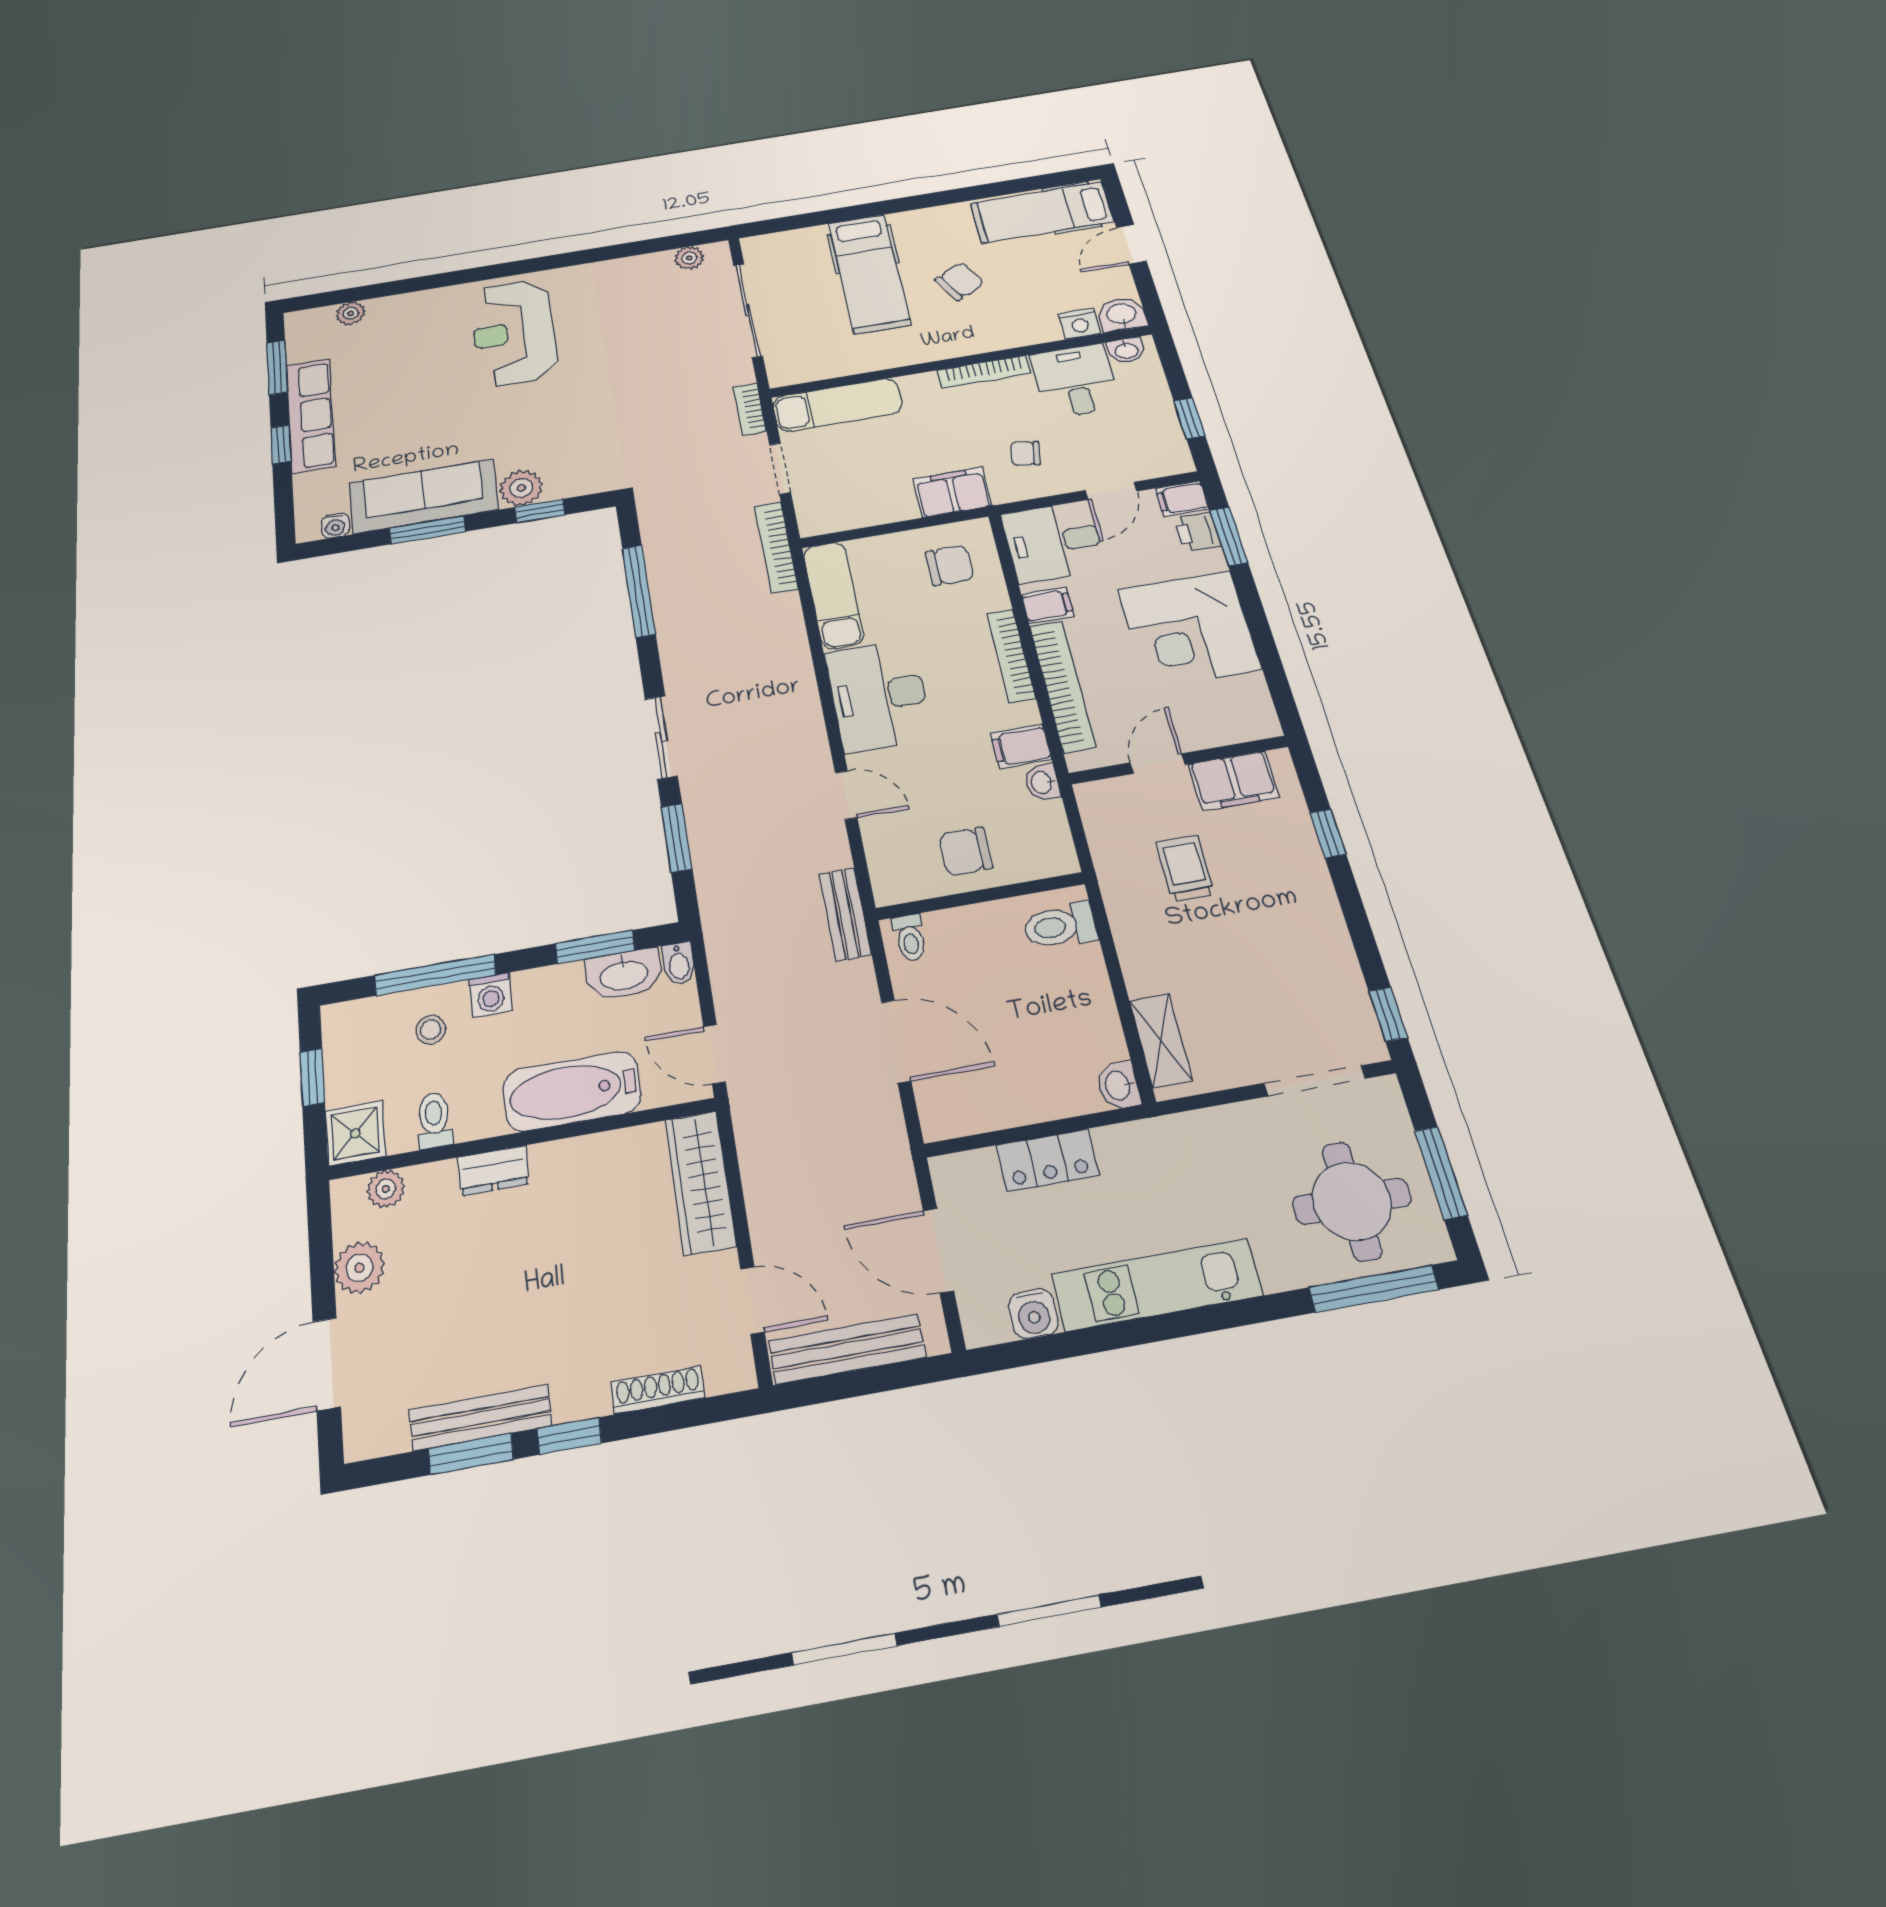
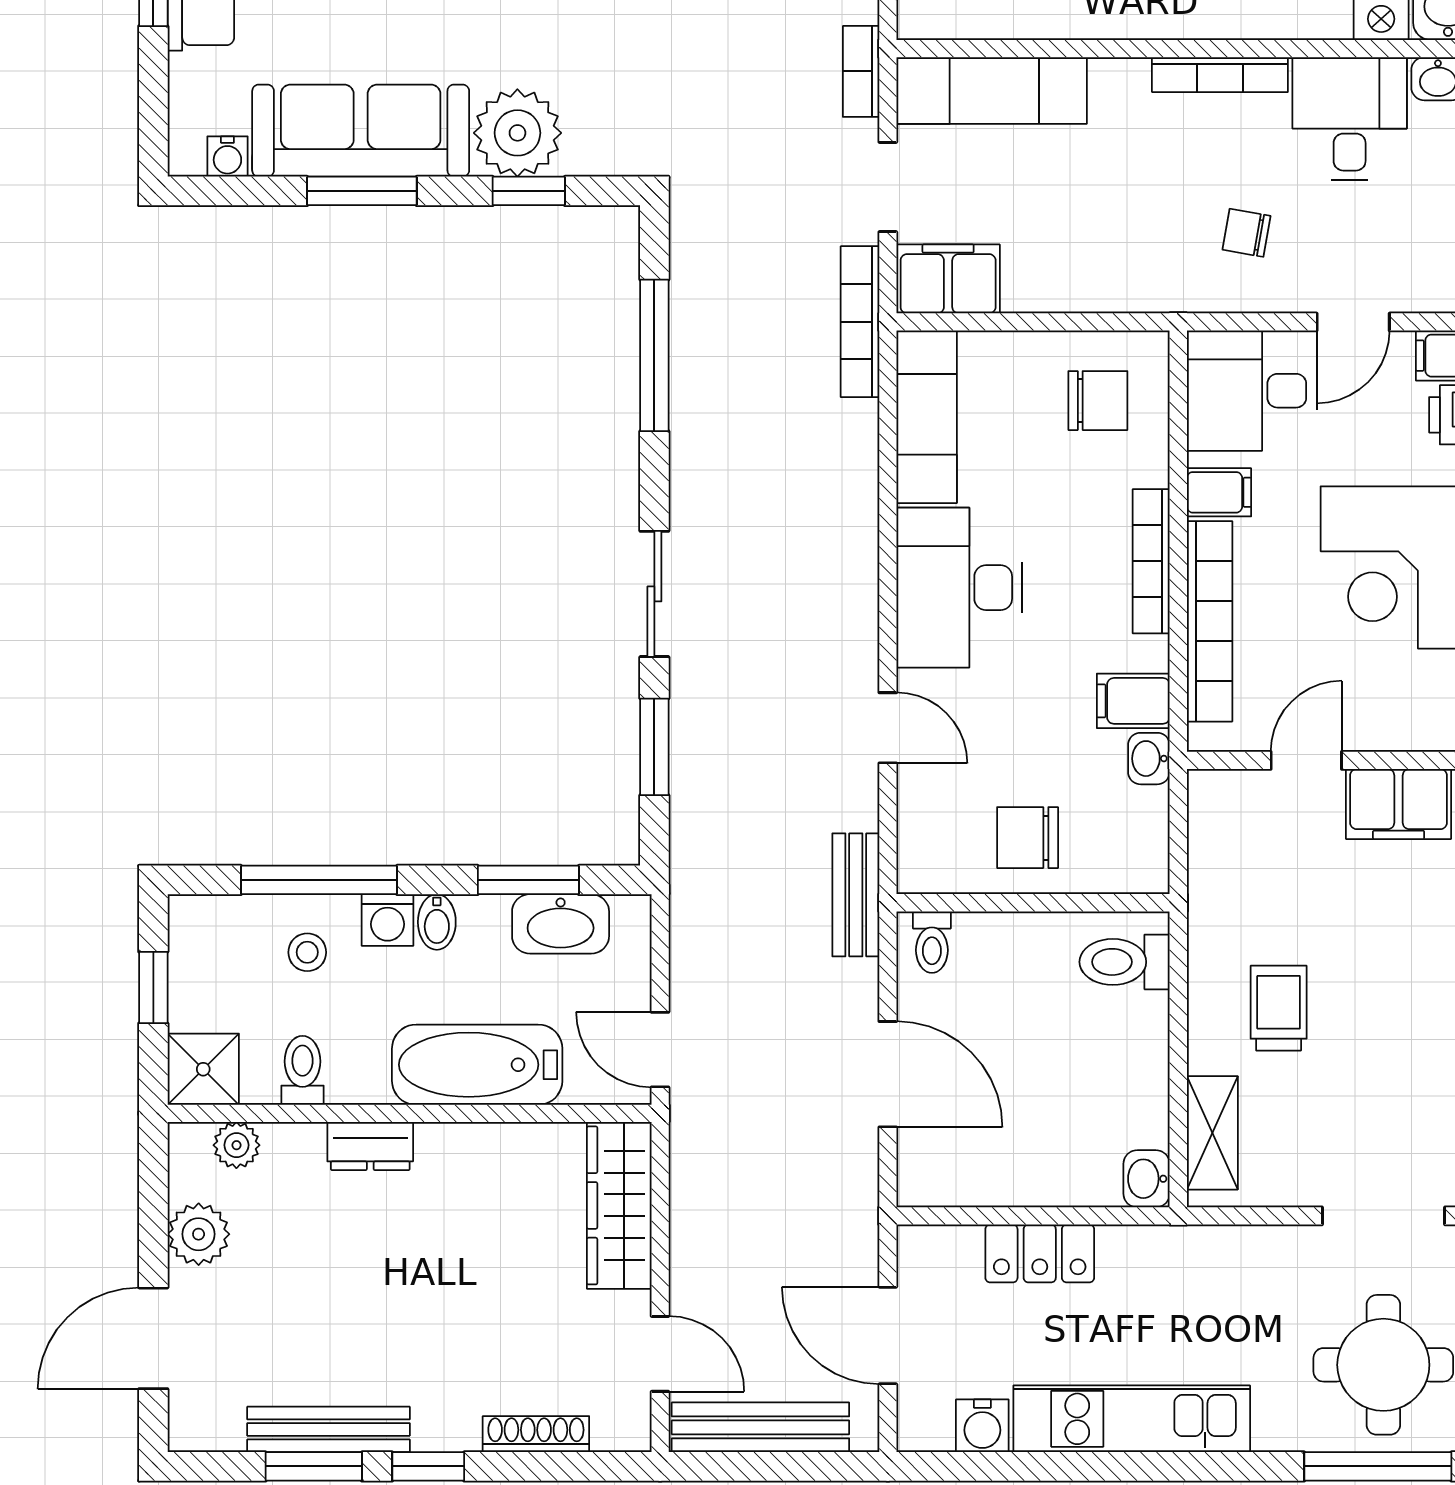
plant: (521, 488) -> (517, 133), width x1.36, depth x1.36
filing cabinet: (952, 492) -> (948, 279), moved
trolley: (1185, 868) -> (1279, 1008), moved
bidet: (679, 963) -> (437, 922), moved

